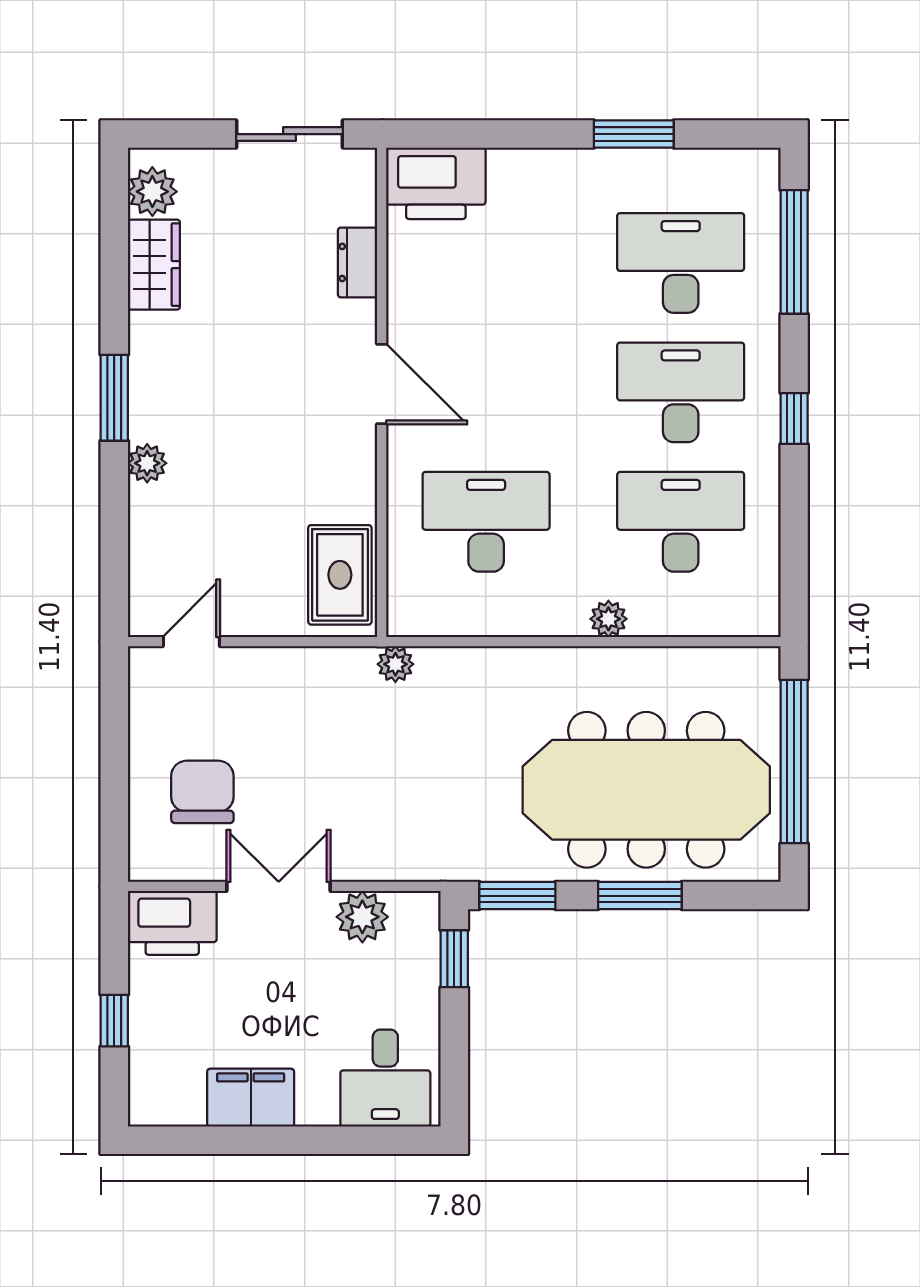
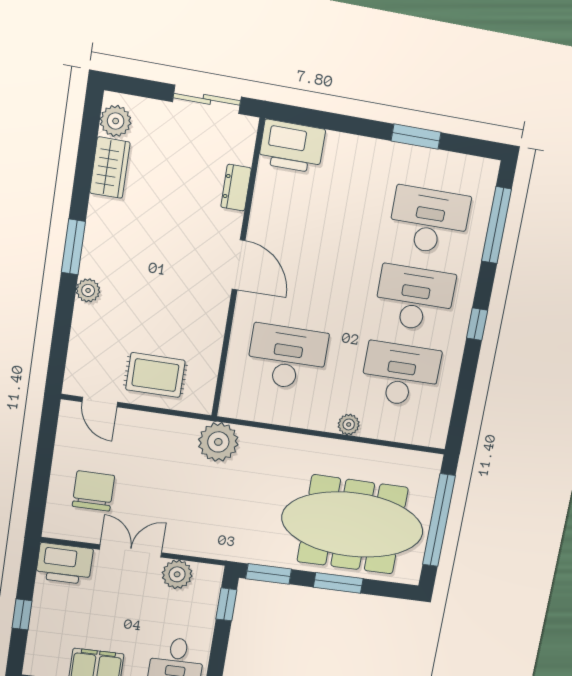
rug: (340, 575) -> (155, 375), moved, turned 90
door: (191, 642) -> (100, 402), swing flipped
plant: (395, 664) -> (218, 442), width x1.87, depth x1.87

